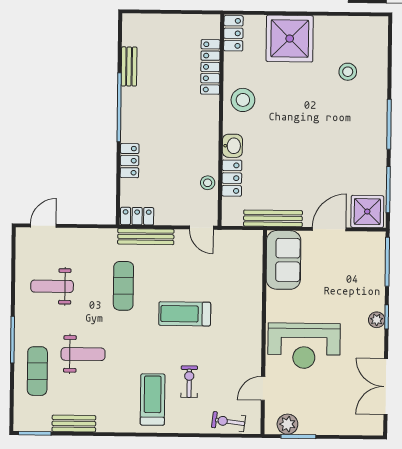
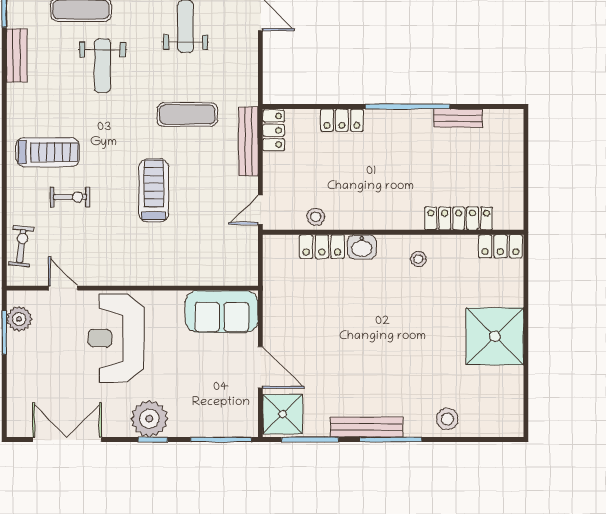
shower: (290, 39) -> (495, 336), moved
stool: (348, 72) -> (447, 419), moved
stool: (243, 100) -> (418, 259), width x0.53, depth x0.53
bench: (273, 218) -> (366, 427), moved, turned 90
plant: (377, 320) -> (149, 419), width x1.88, depth x1.88

